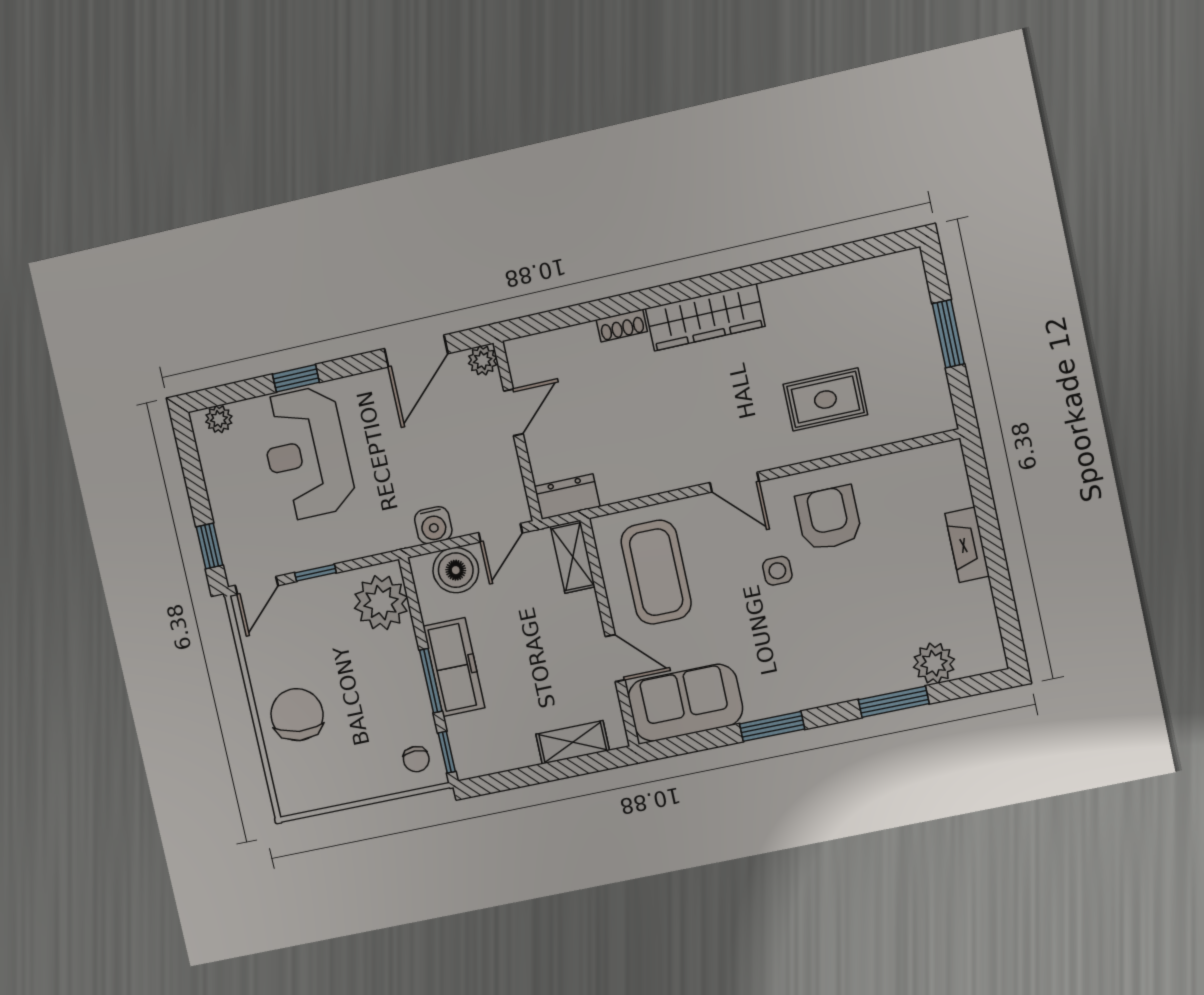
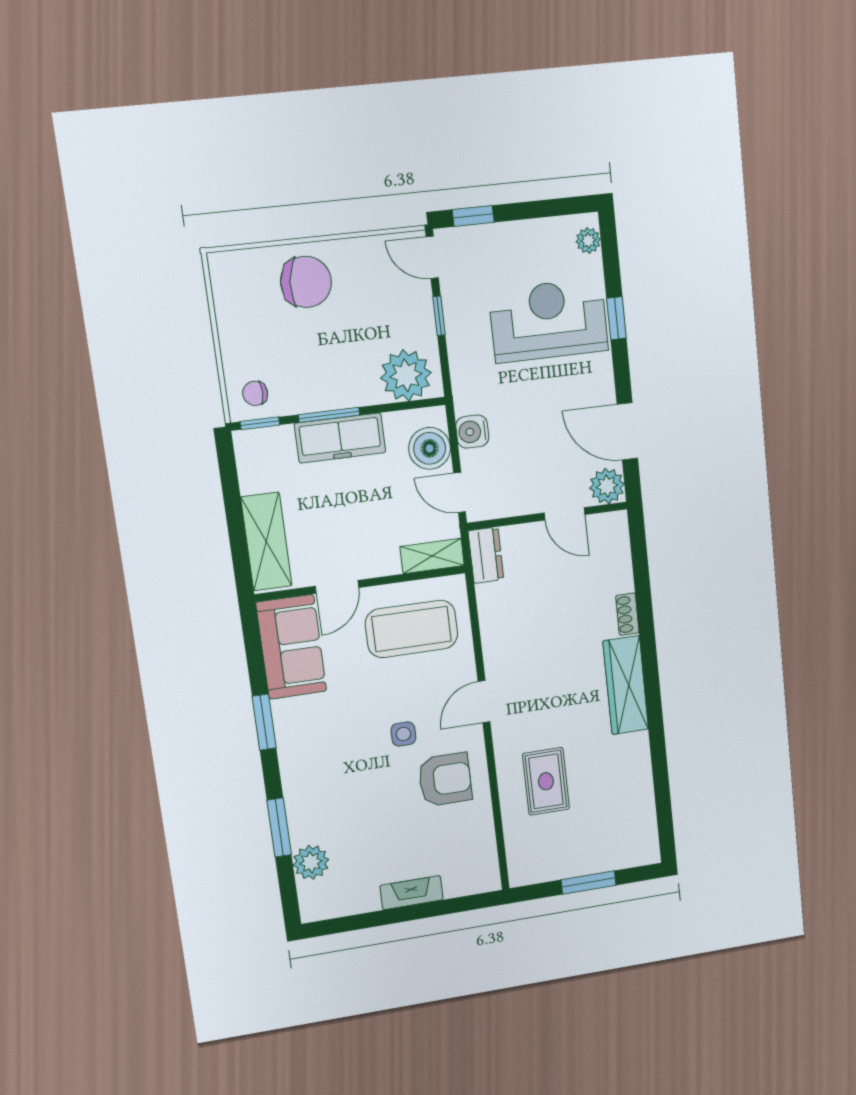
plant: (483, 360) -> (607, 486), width x1.38, depth x1.38
shelving: (573, 742) -> (266, 542), width x1.50, depth x1.33

